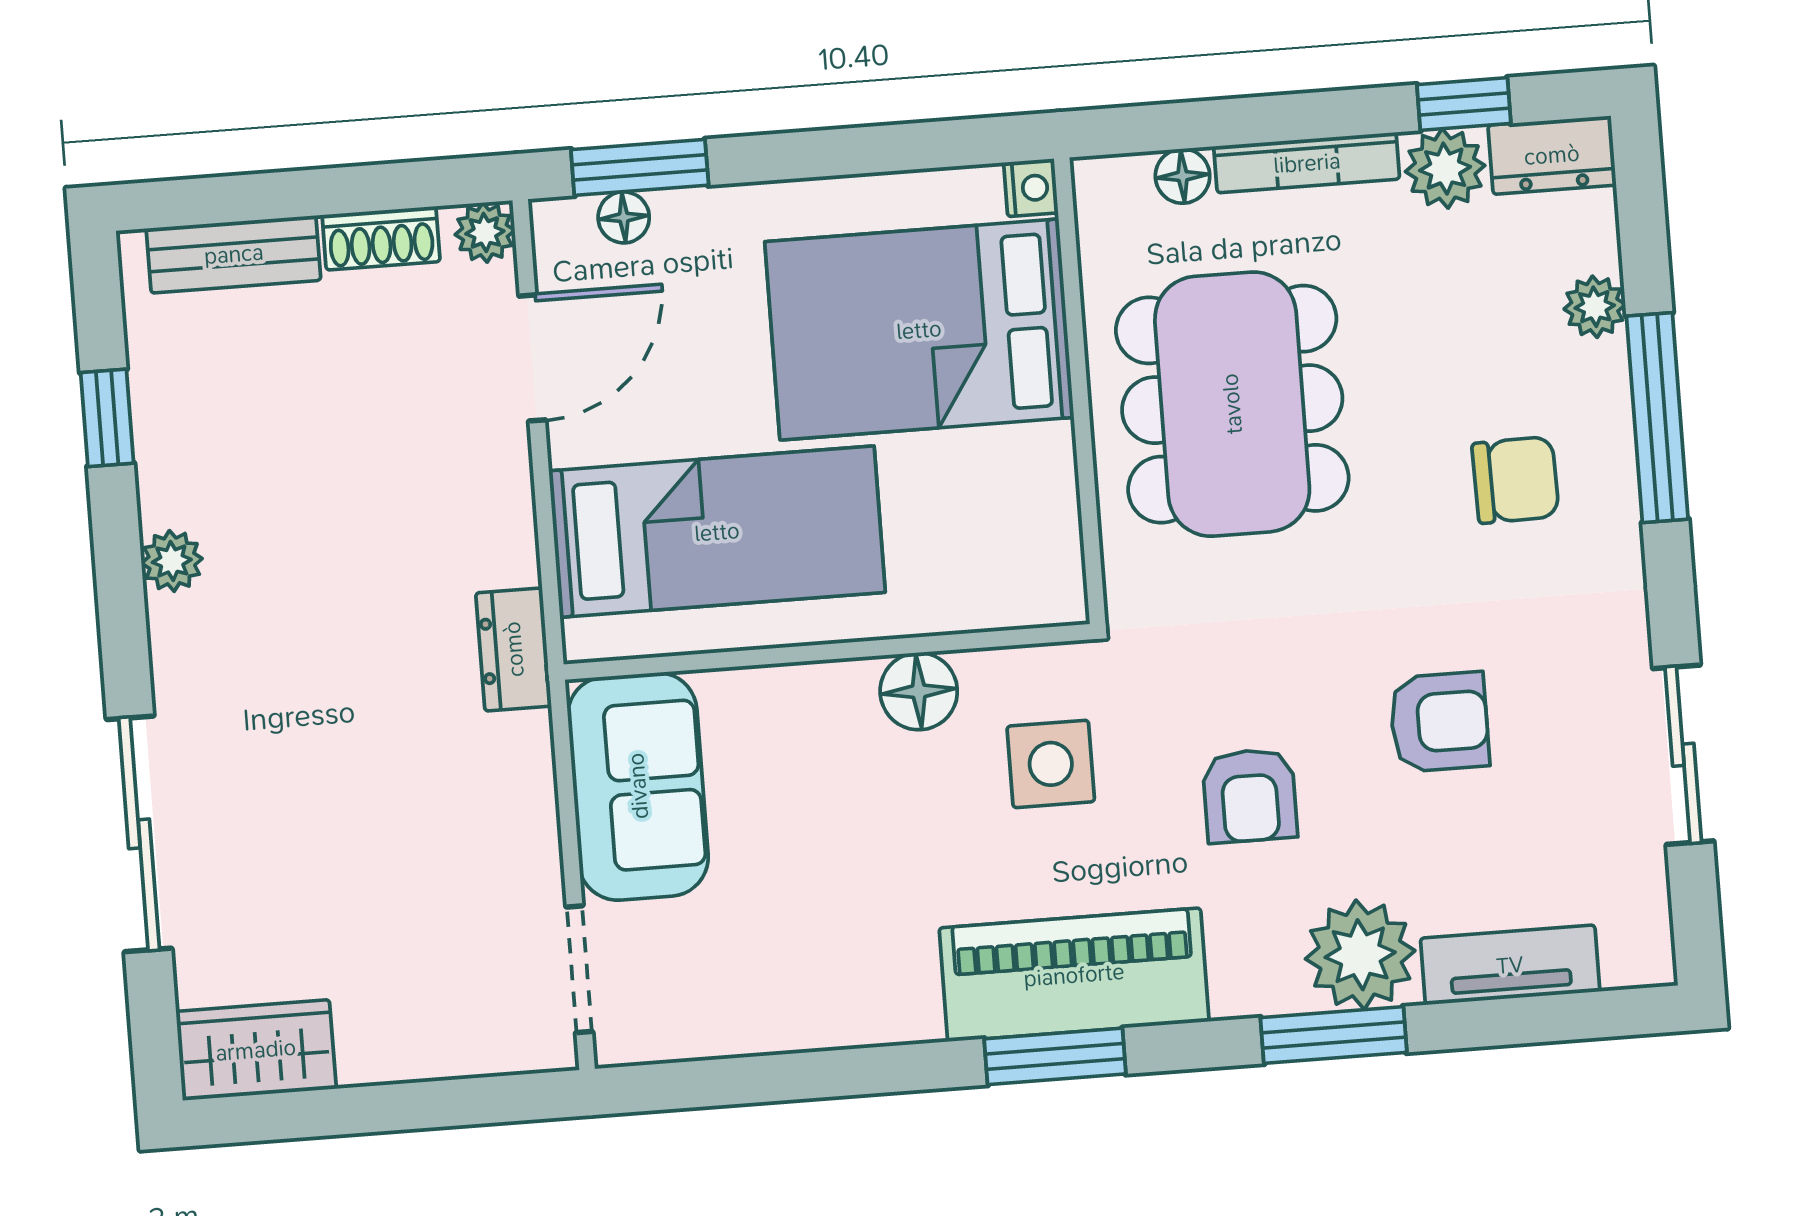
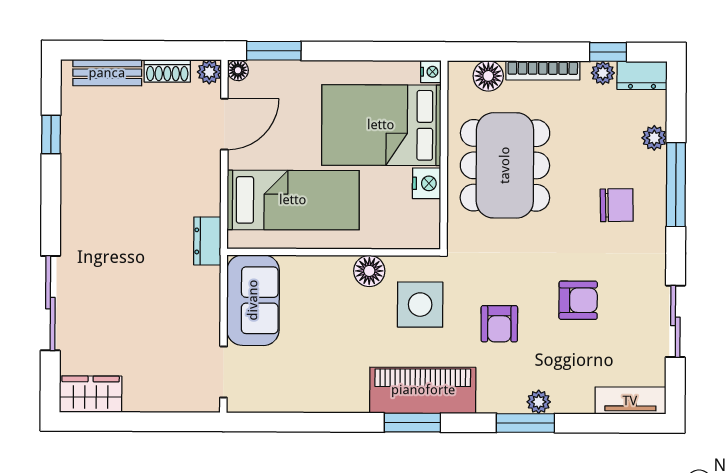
plant: (1445, 169) -> (603, 73), width x0.73, depth x0.73
floor lamp: (1183, 176) -> (488, 76), width x1.37, depth x1.37
floor lamp: (624, 217) -> (238, 70), moved
nightstand: (1043, 464) -> (427, 183), added
plant: (172, 561) -> (72, 194), removed
side table: (1051, 764) -> (420, 305), width x1.37, depth x1.37
plant: (1360, 955) -> (539, 402), width x0.53, depth x0.53
tv unit: (1510, 965) -> (630, 401), moved

